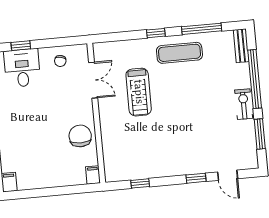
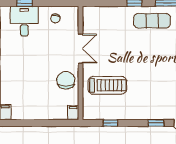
double door: (93, 80) -> (80, 49), moved
treadmill: (139, 92) -> (107, 85), moved, turned -90

